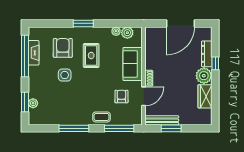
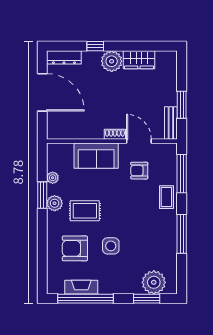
window: (83, 23) -> (42, 195), moved
plant: (127, 33) -> (55, 203), moved
dresser: (207, 54) -> (64, 57), moved
plant: (33, 103) -> (154, 282), width x1.88, depth x1.88
bench: (162, 120) -> (171, 123), width x0.73

